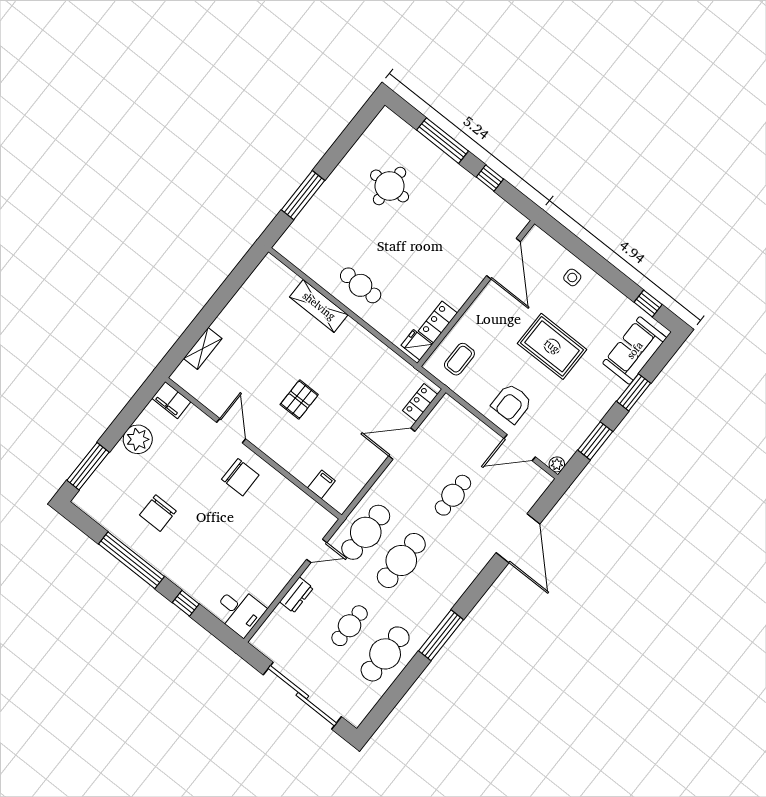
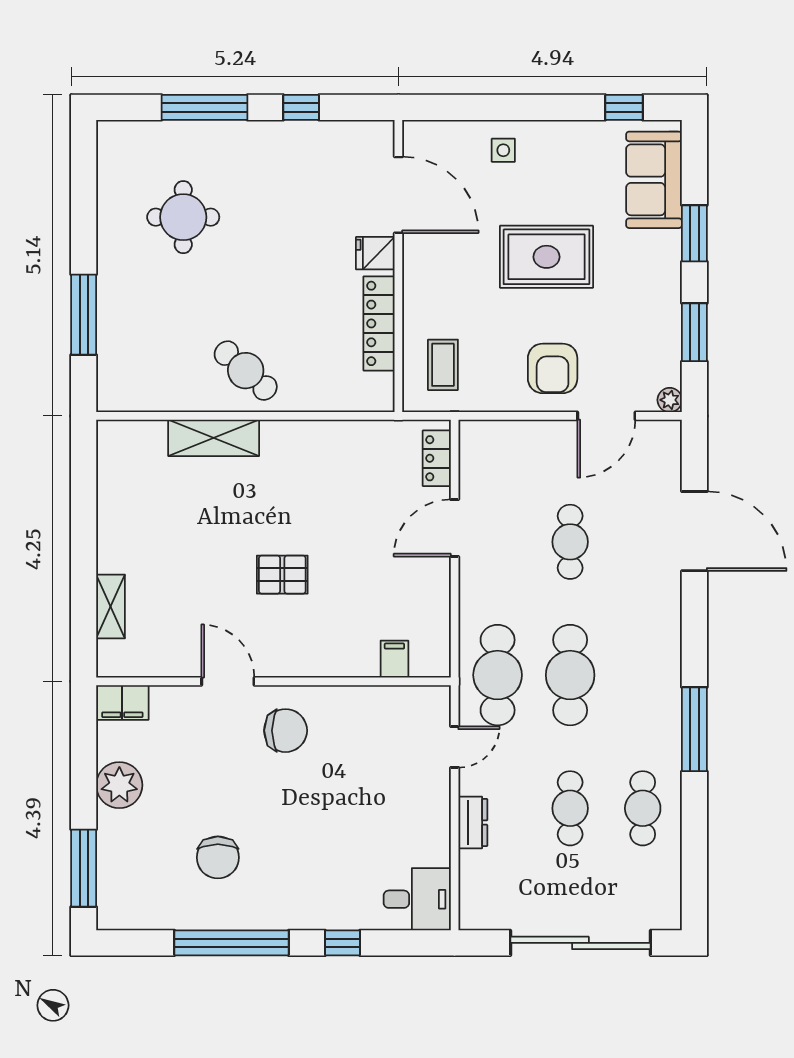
cafe table: (361, 285) -> (246, 371), turned 42
locker: (438, 322) -> (379, 323), width x1.53
fridge: (417, 345) -> (375, 253), moved
pallet: (299, 400) -> (282, 575), turned 90
cafe table: (385, 654) -> (643, 808), width x0.73, depth x0.74

